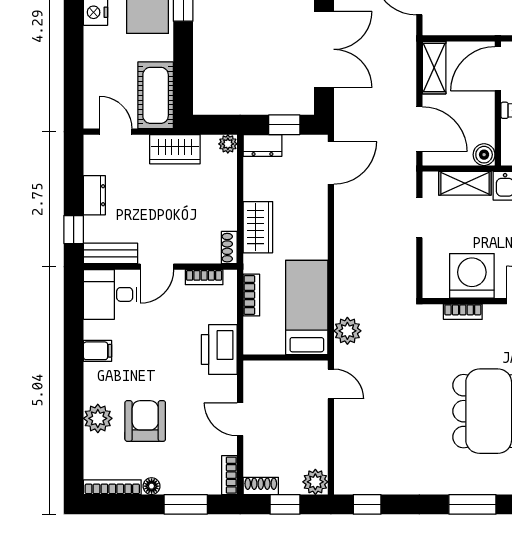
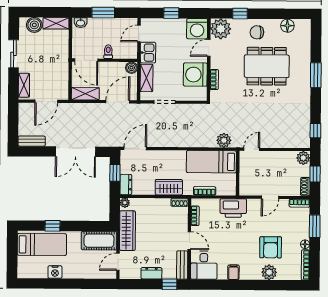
double door: (324, 49) -> (75, 152), swing flipped
wardrobe: (175, 149) -> (127, 231), width x1.50
door: (331, 163) -> (135, 148), hinge flipped
armchair: (145, 421) -> (271, 247), turned -90

